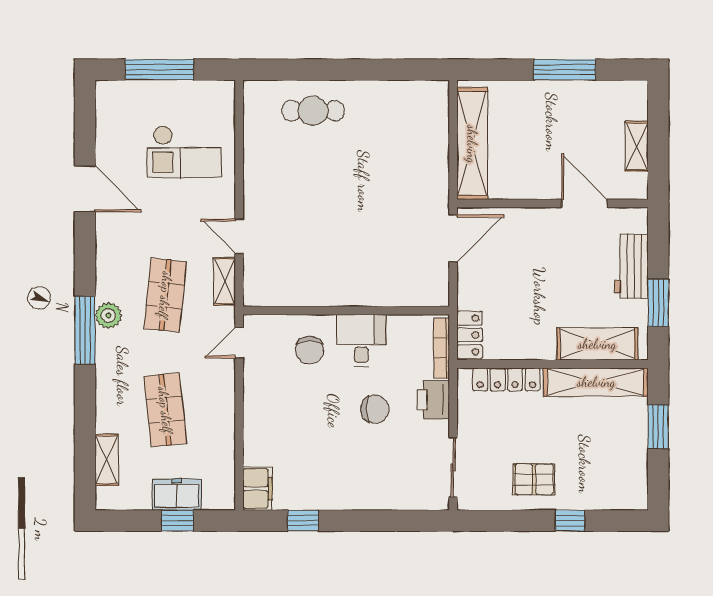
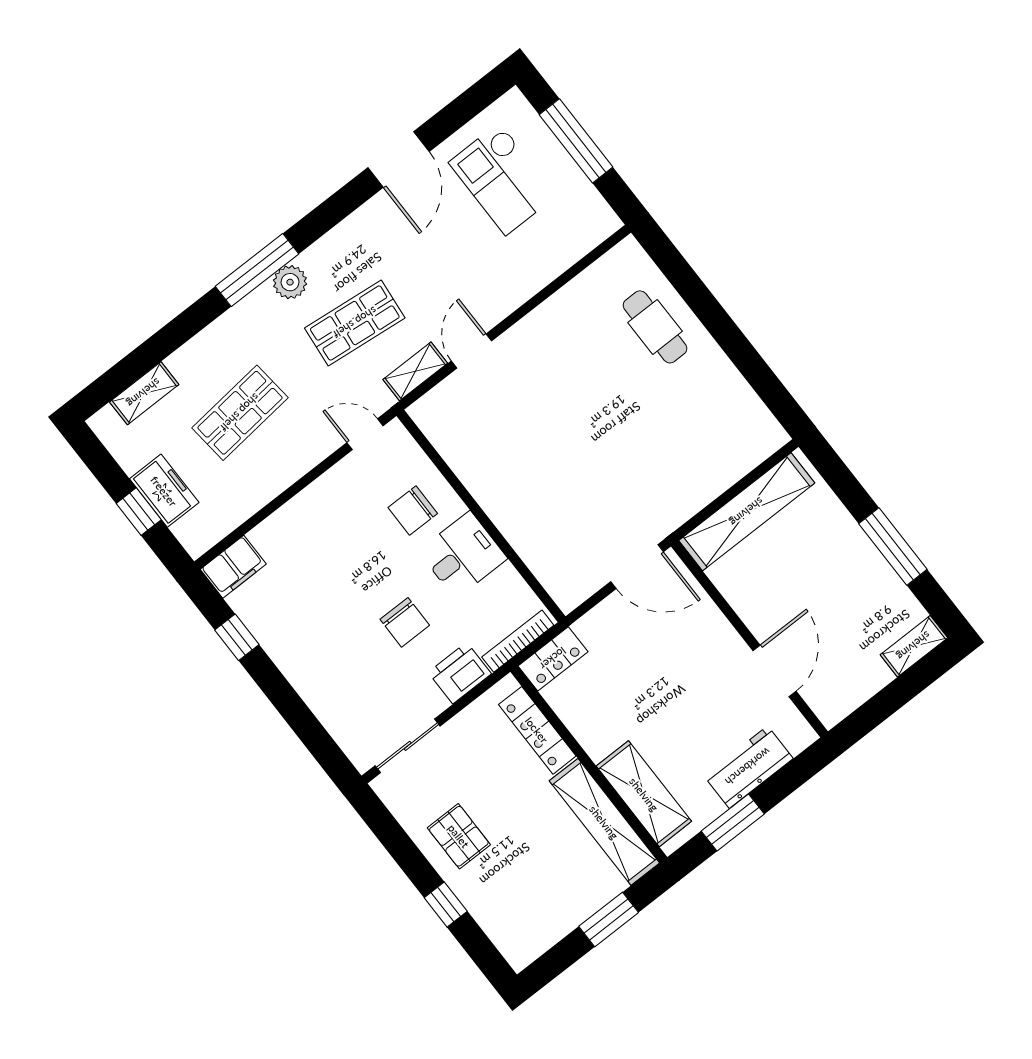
shelving: (637, 146) -> (914, 646), moved
checkout: (184, 152) -> (503, 179), moved

